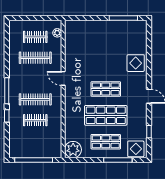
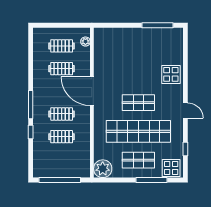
clothes rail: (35, 58) -> (62, 69), width x0.73
door: (63, 78) -> (92, 91), width x1.88
clothes rail: (35, 99) -> (62, 114), width x0.73
shop shelf: (106, 115) -> (138, 131), width x1.40

